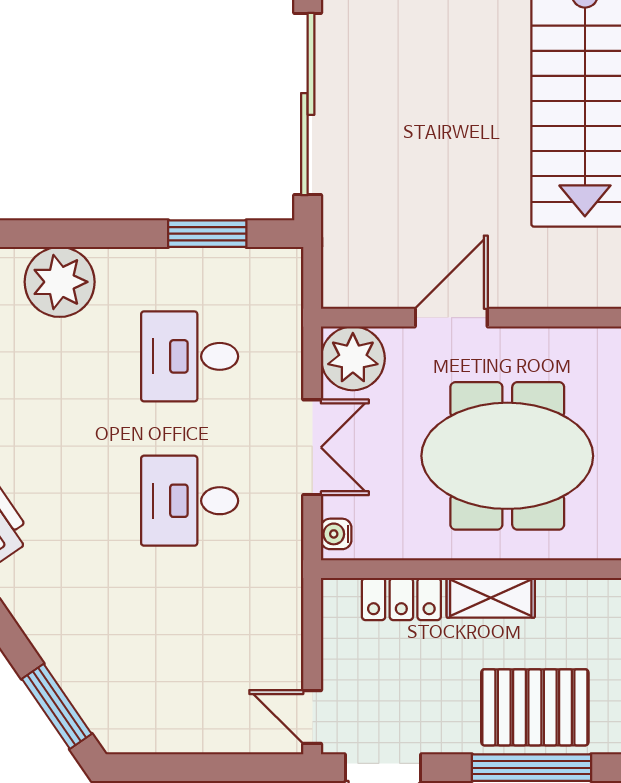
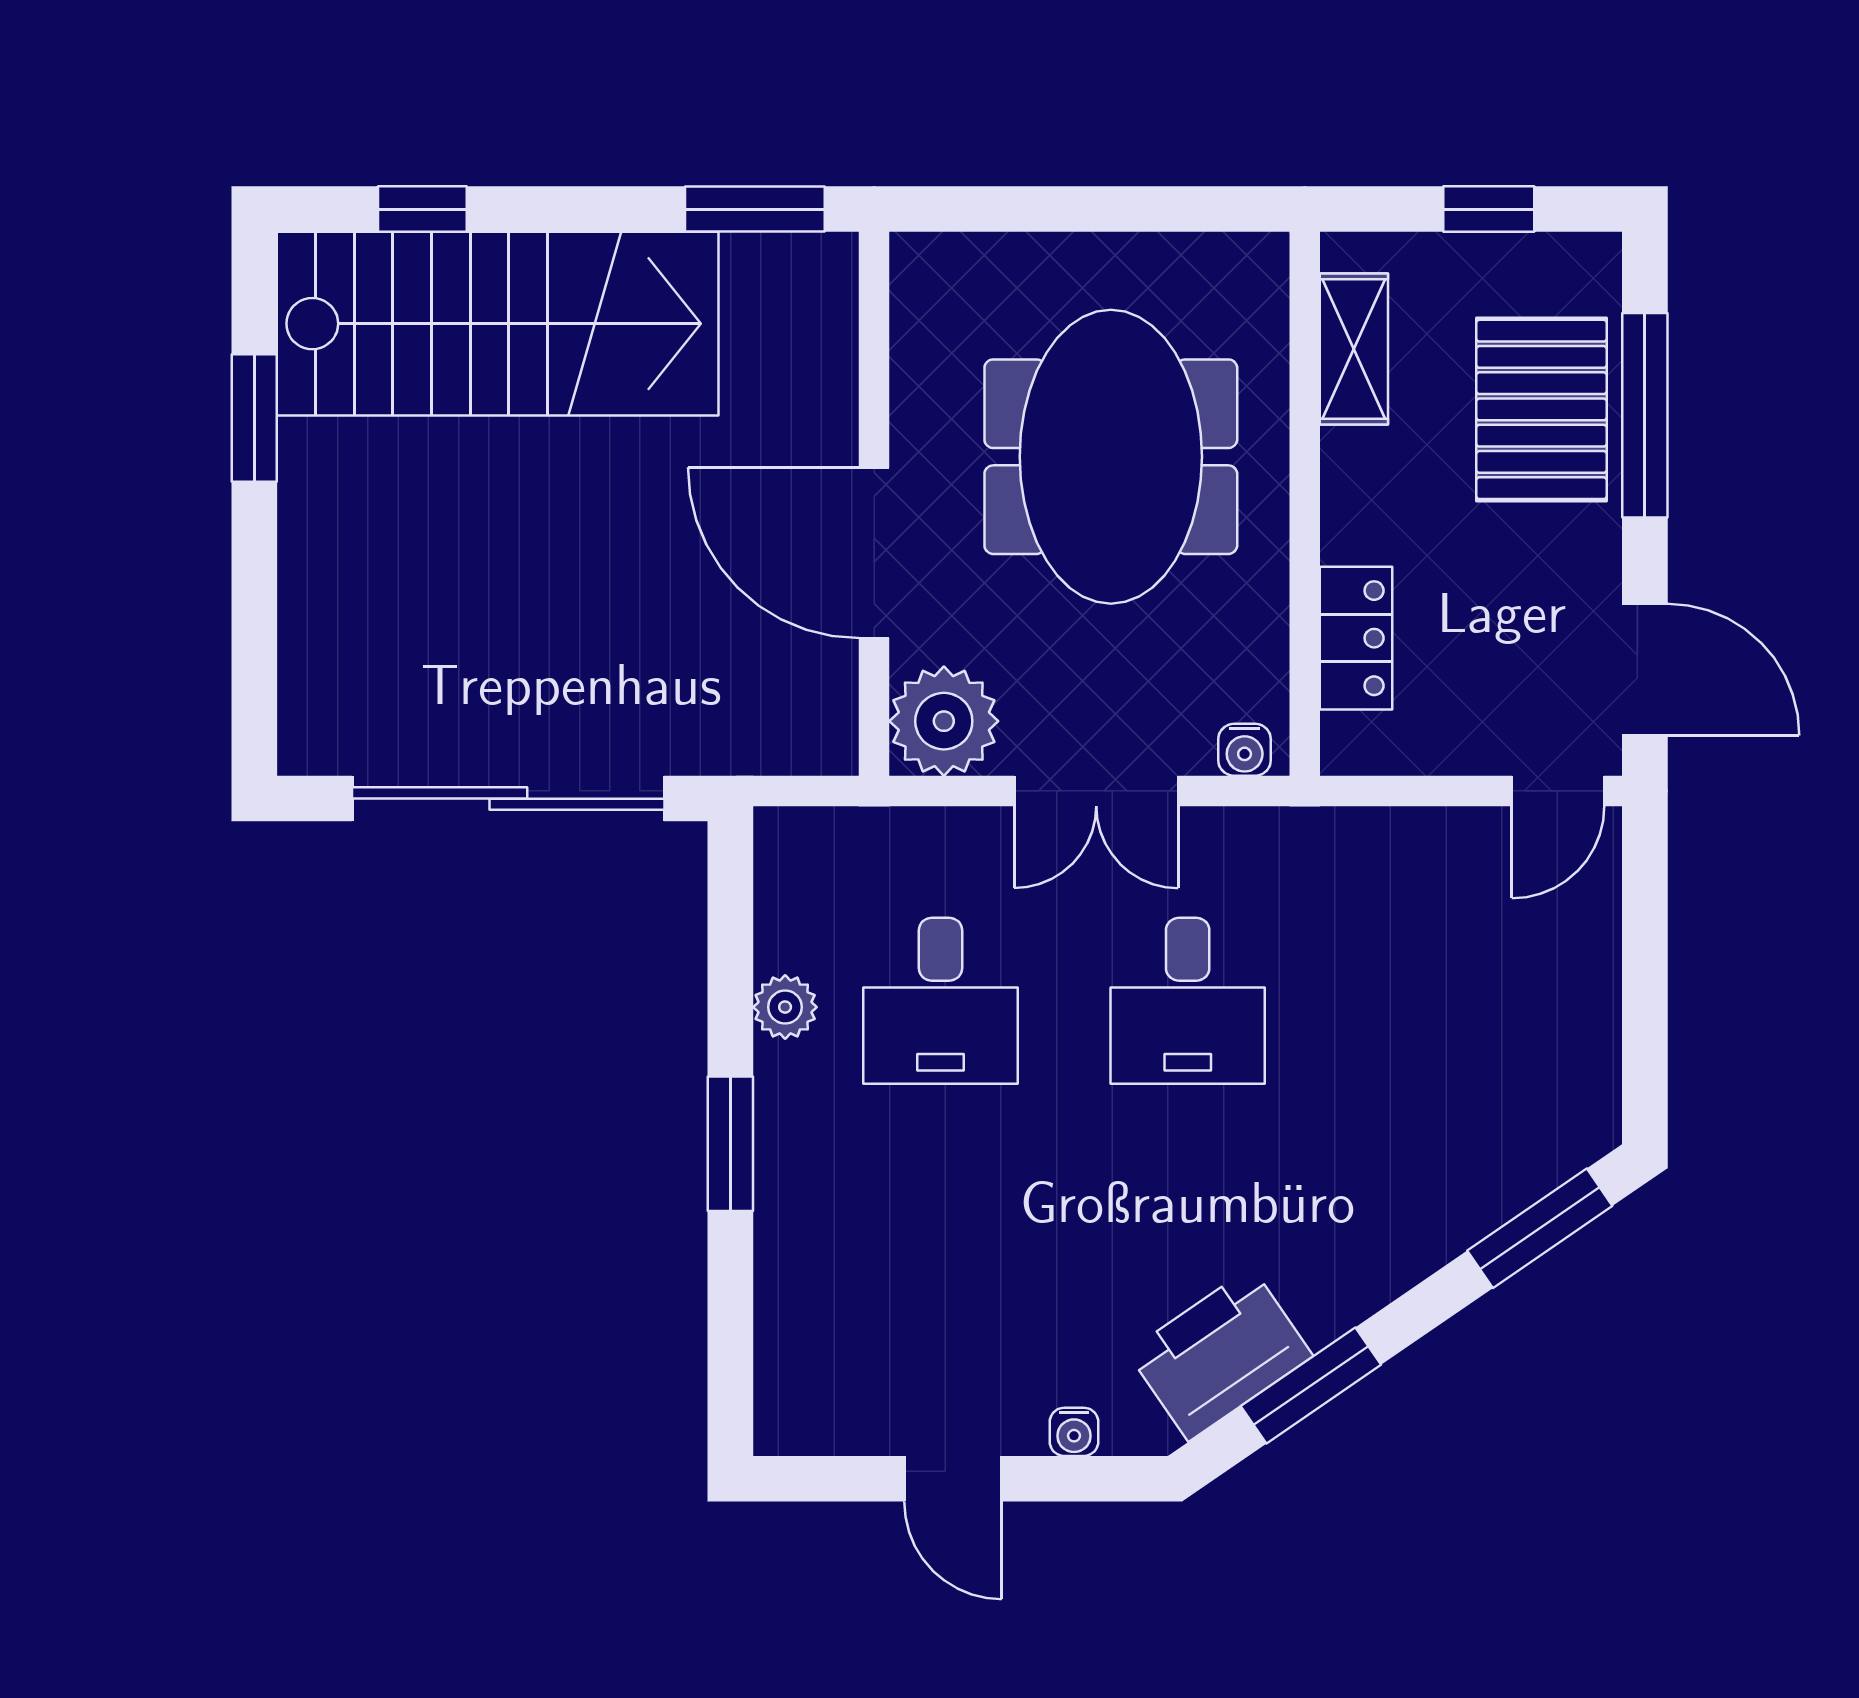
window: (207, 234) -> (730, 1144), moved
plant: (60, 282) -> (785, 1007), moved, width x0.53, depth x0.53
door: (451, 318) -> (874, 553), width x1.36
double door: (312, 447) -> (1096, 791), swing flipped
shelving: (491, 598) -> (1354, 349), moved

